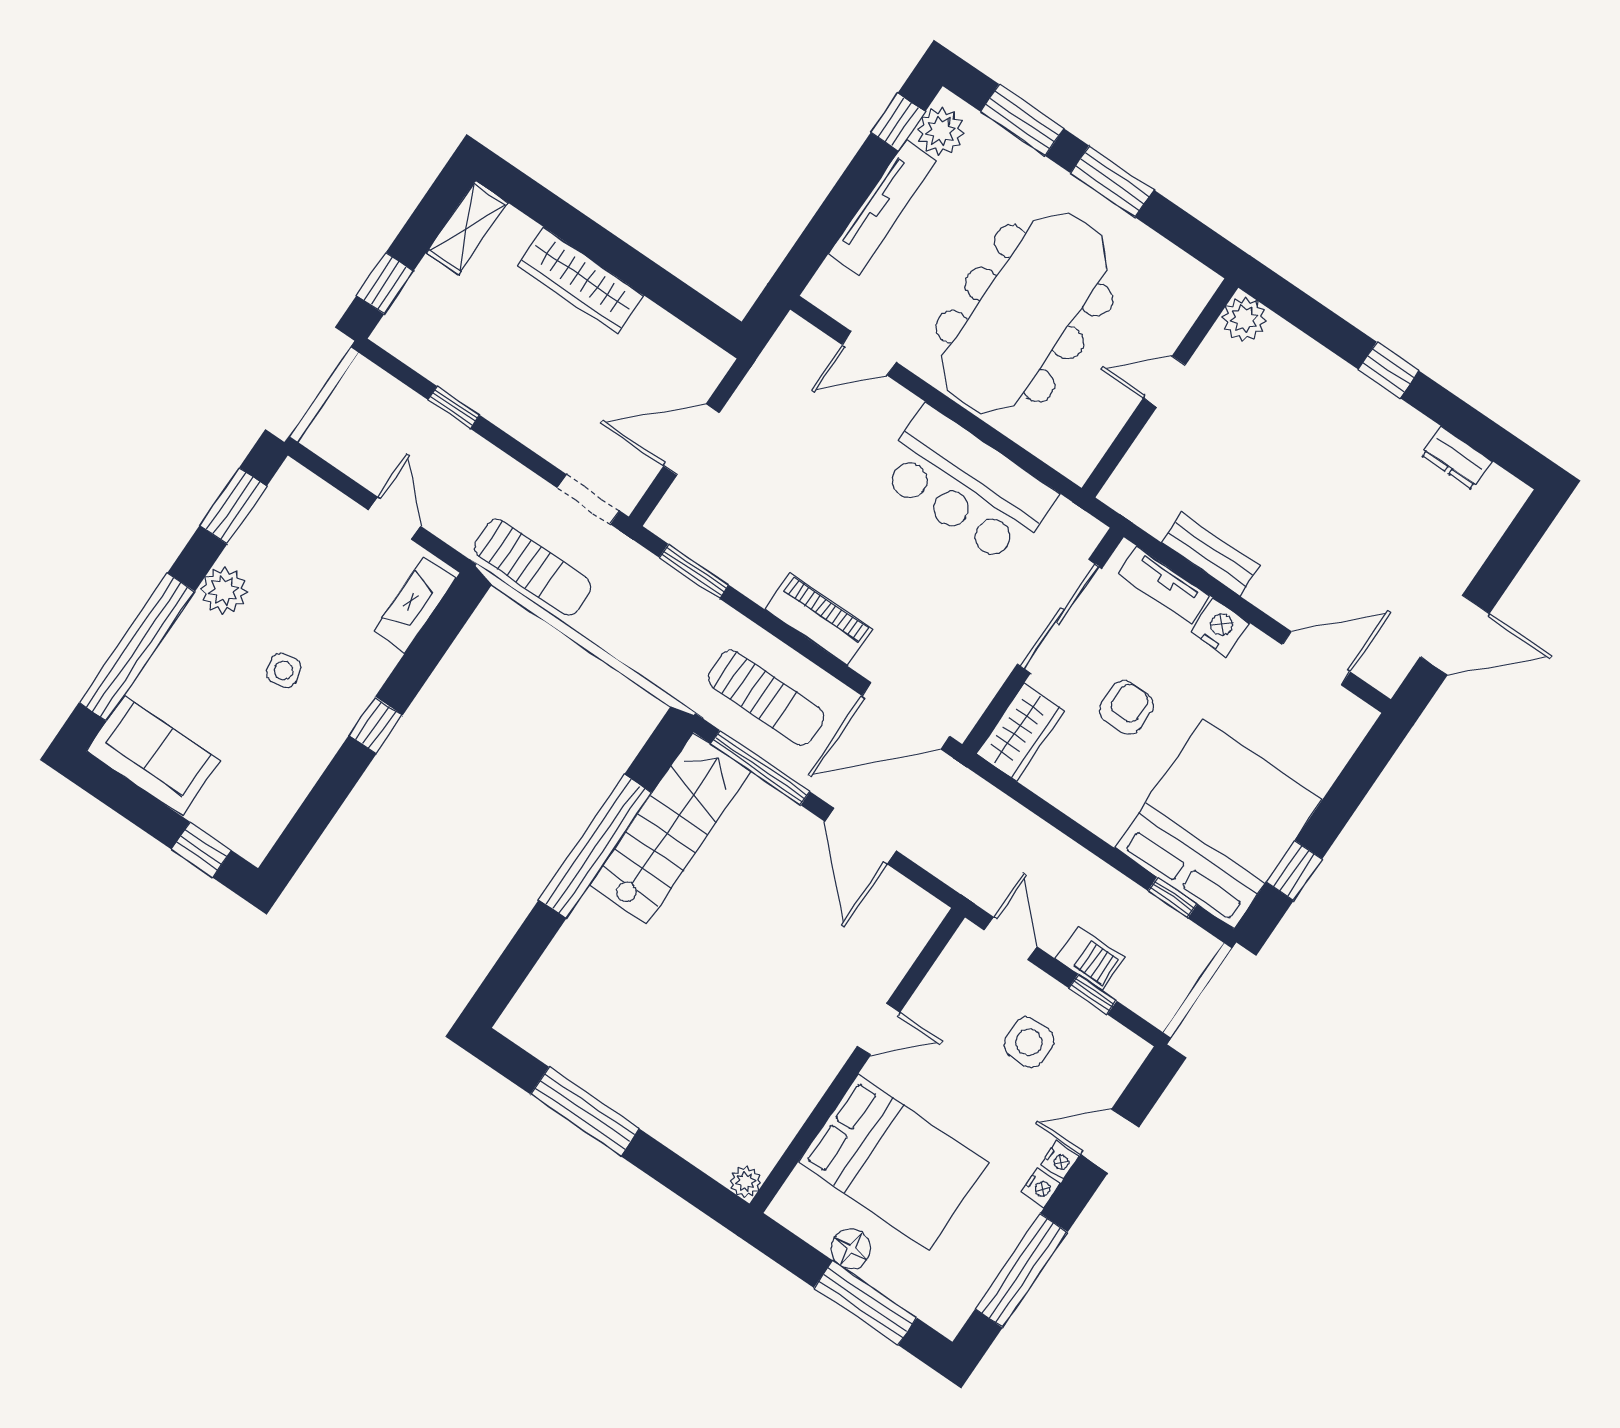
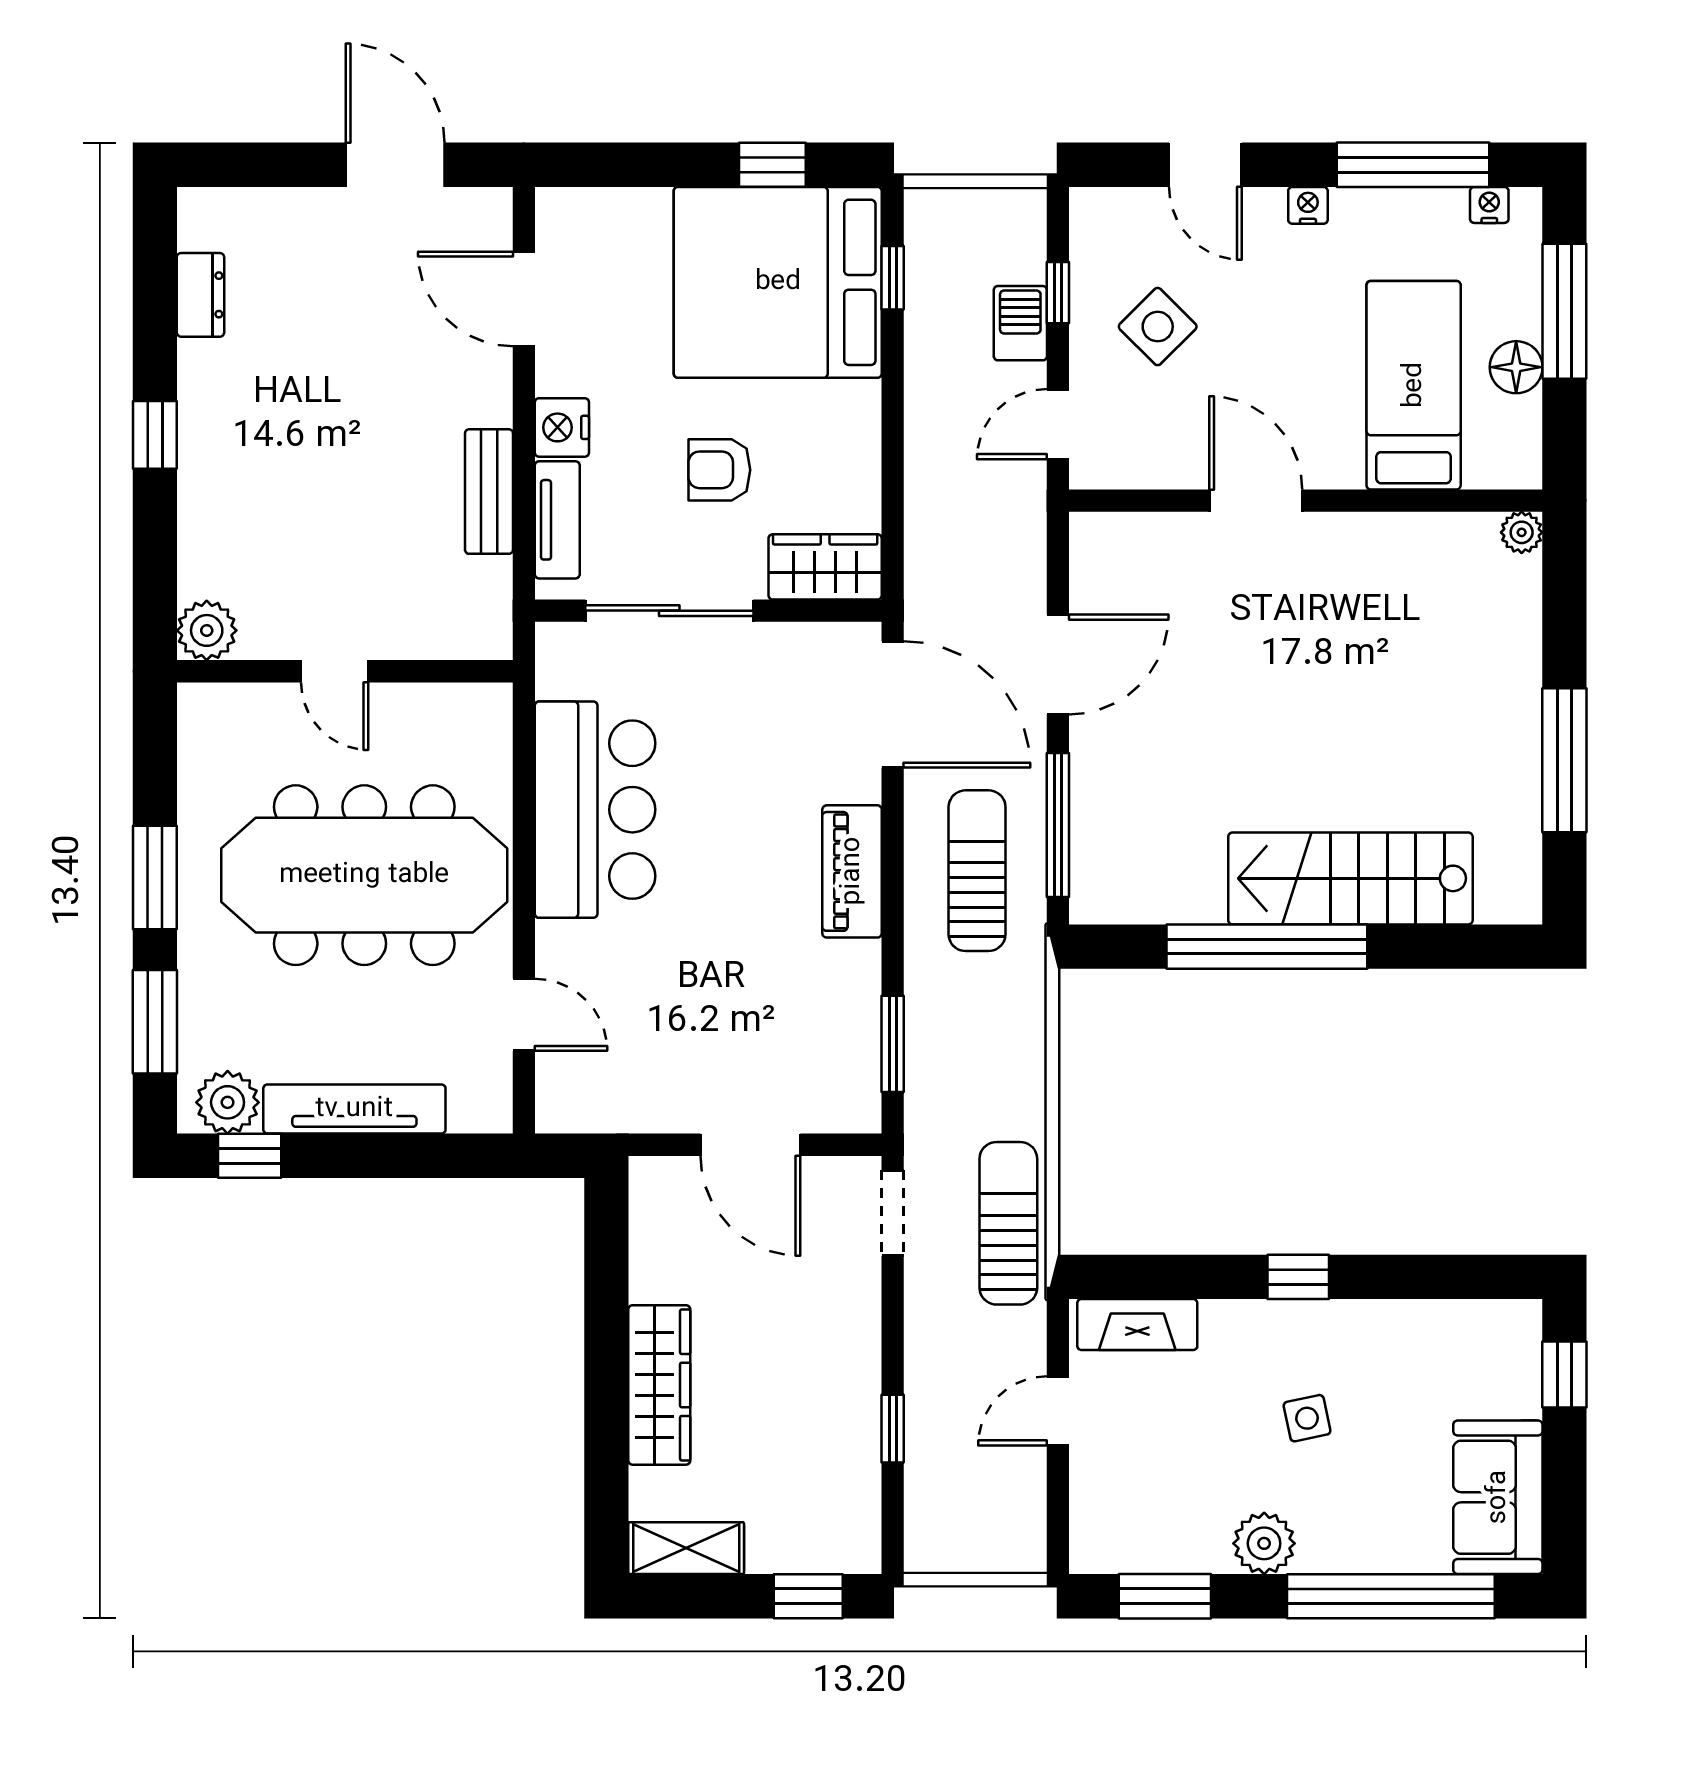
stairs: (670, 828) -> (1350, 878), moved
door: (879, 1029) -> (1256, 501), width x1.38
side table: (1029, 1042) -> (1158, 327), turned 45
nightstand: (1059, 1161) -> (1489, 205), moved
bed: (893, 1162) -> (1414, 385), width x0.67

